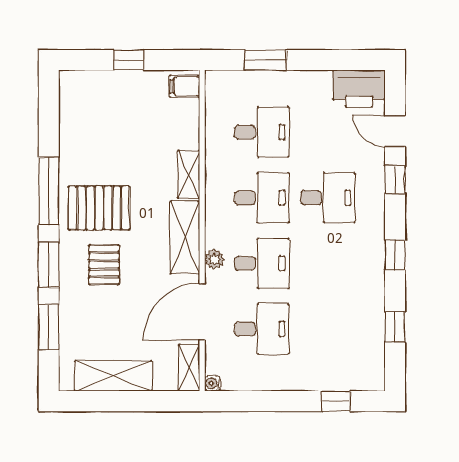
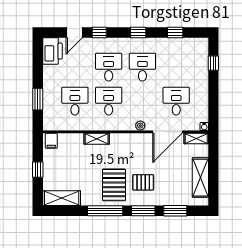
shelving: (185, 237) -> (62, 198), moved
desk: (262, 263) -> (142, 67), moved
door: (202, 312) -> (167, 132), hinge flipped

